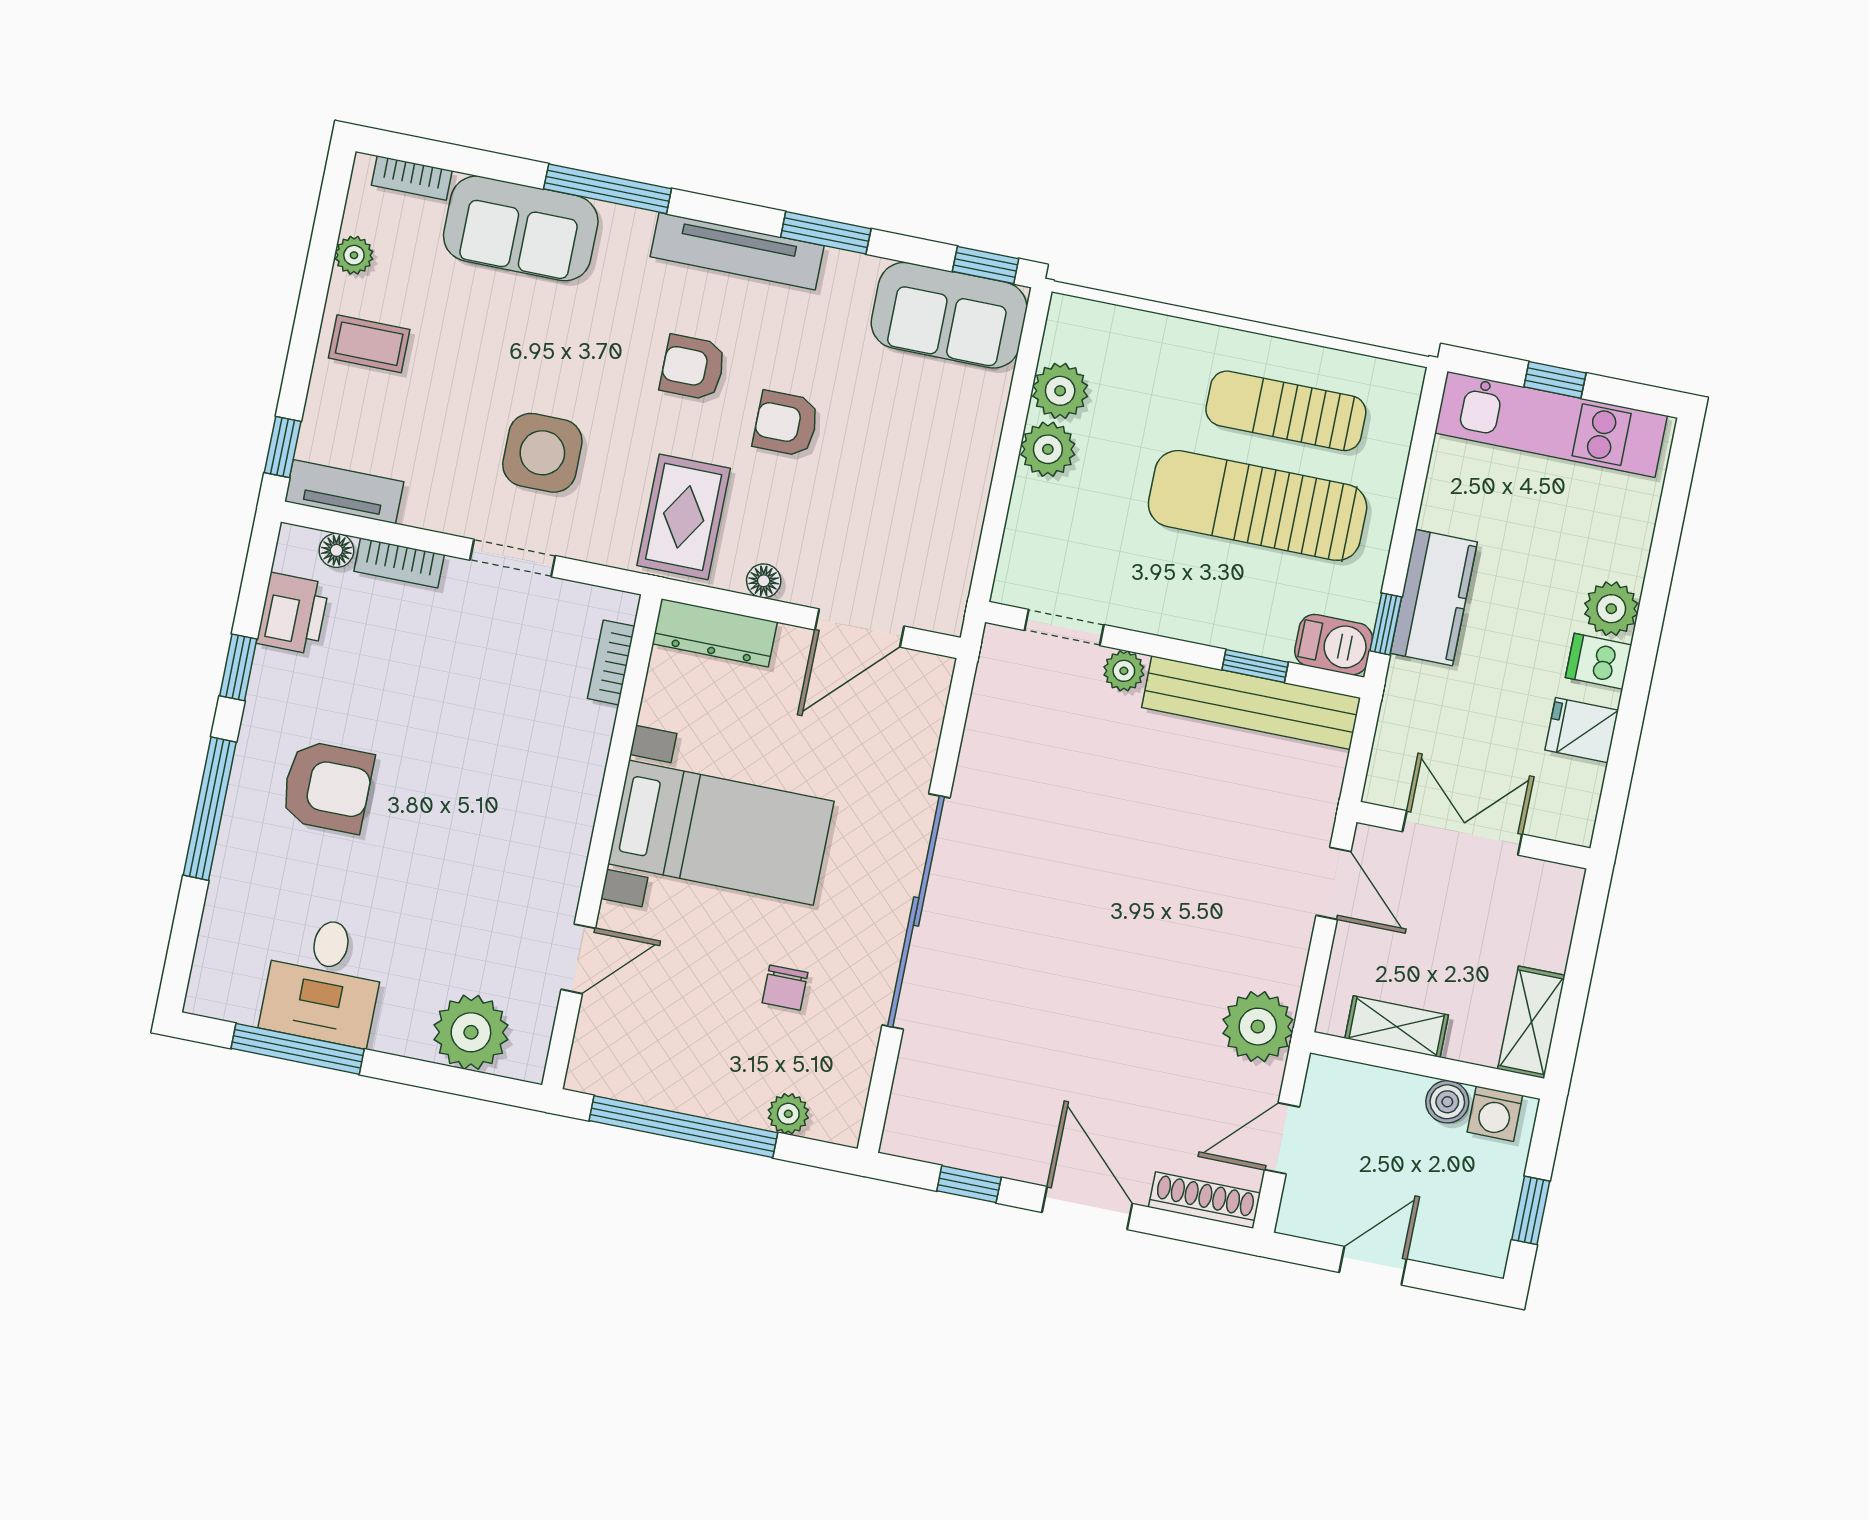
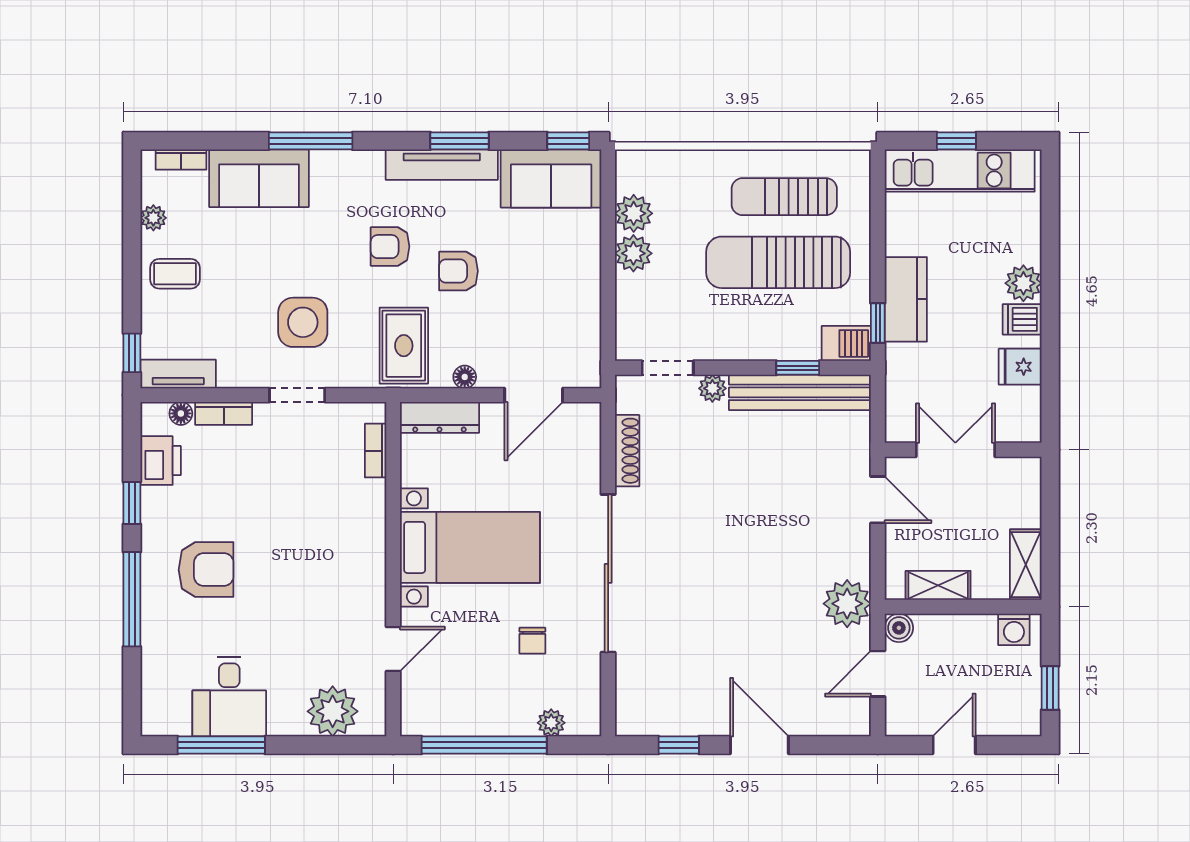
tv unit: (737, 251) -> (442, 165), moved
boiler: (1447, 1102) -> (899, 628), moved
shoe rack: (1205, 1200) -> (627, 451), moved, turned 90

